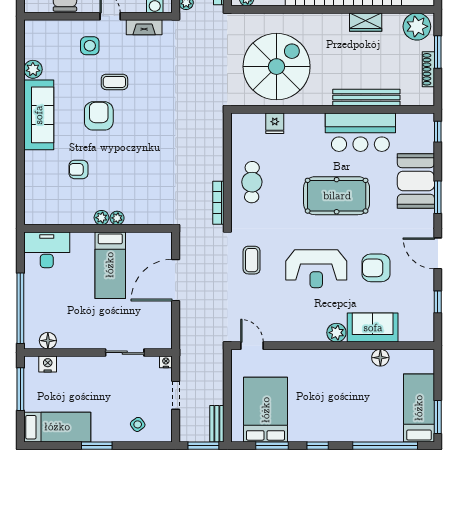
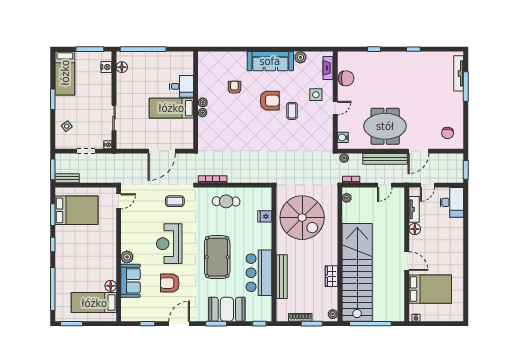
plant: (417, 26) -> (333, 314), width x0.53, depth x0.53
fireplace: (144, 27) -> (328, 68), moved
desk: (47, 250) -> (182, 86), moved, width x0.73
armchair: (376, 268) -> (170, 283), turned -90
door: (176, 280) -> (162, 151), swing flipped
bed: (419, 408) -> (94, 303), moved, turned 180

